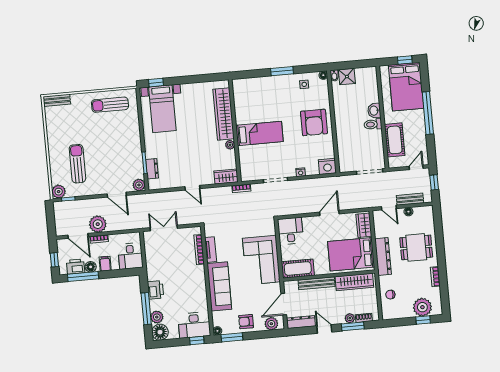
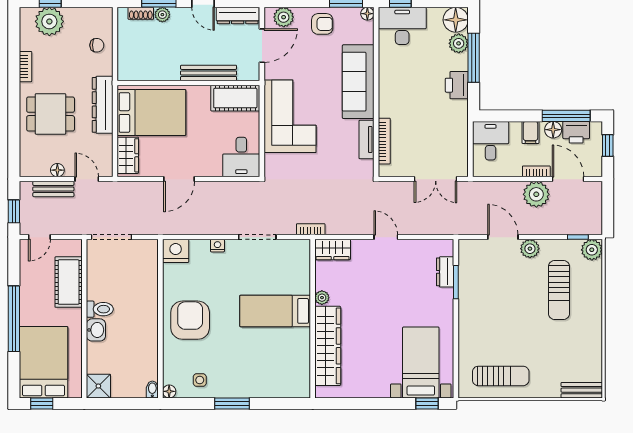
shower: (347, 77) -> (98, 386), moved
plant: (139, 185) -> (530, 249), moved
wardrobe: (354, 282) -> (150, 70), removed

